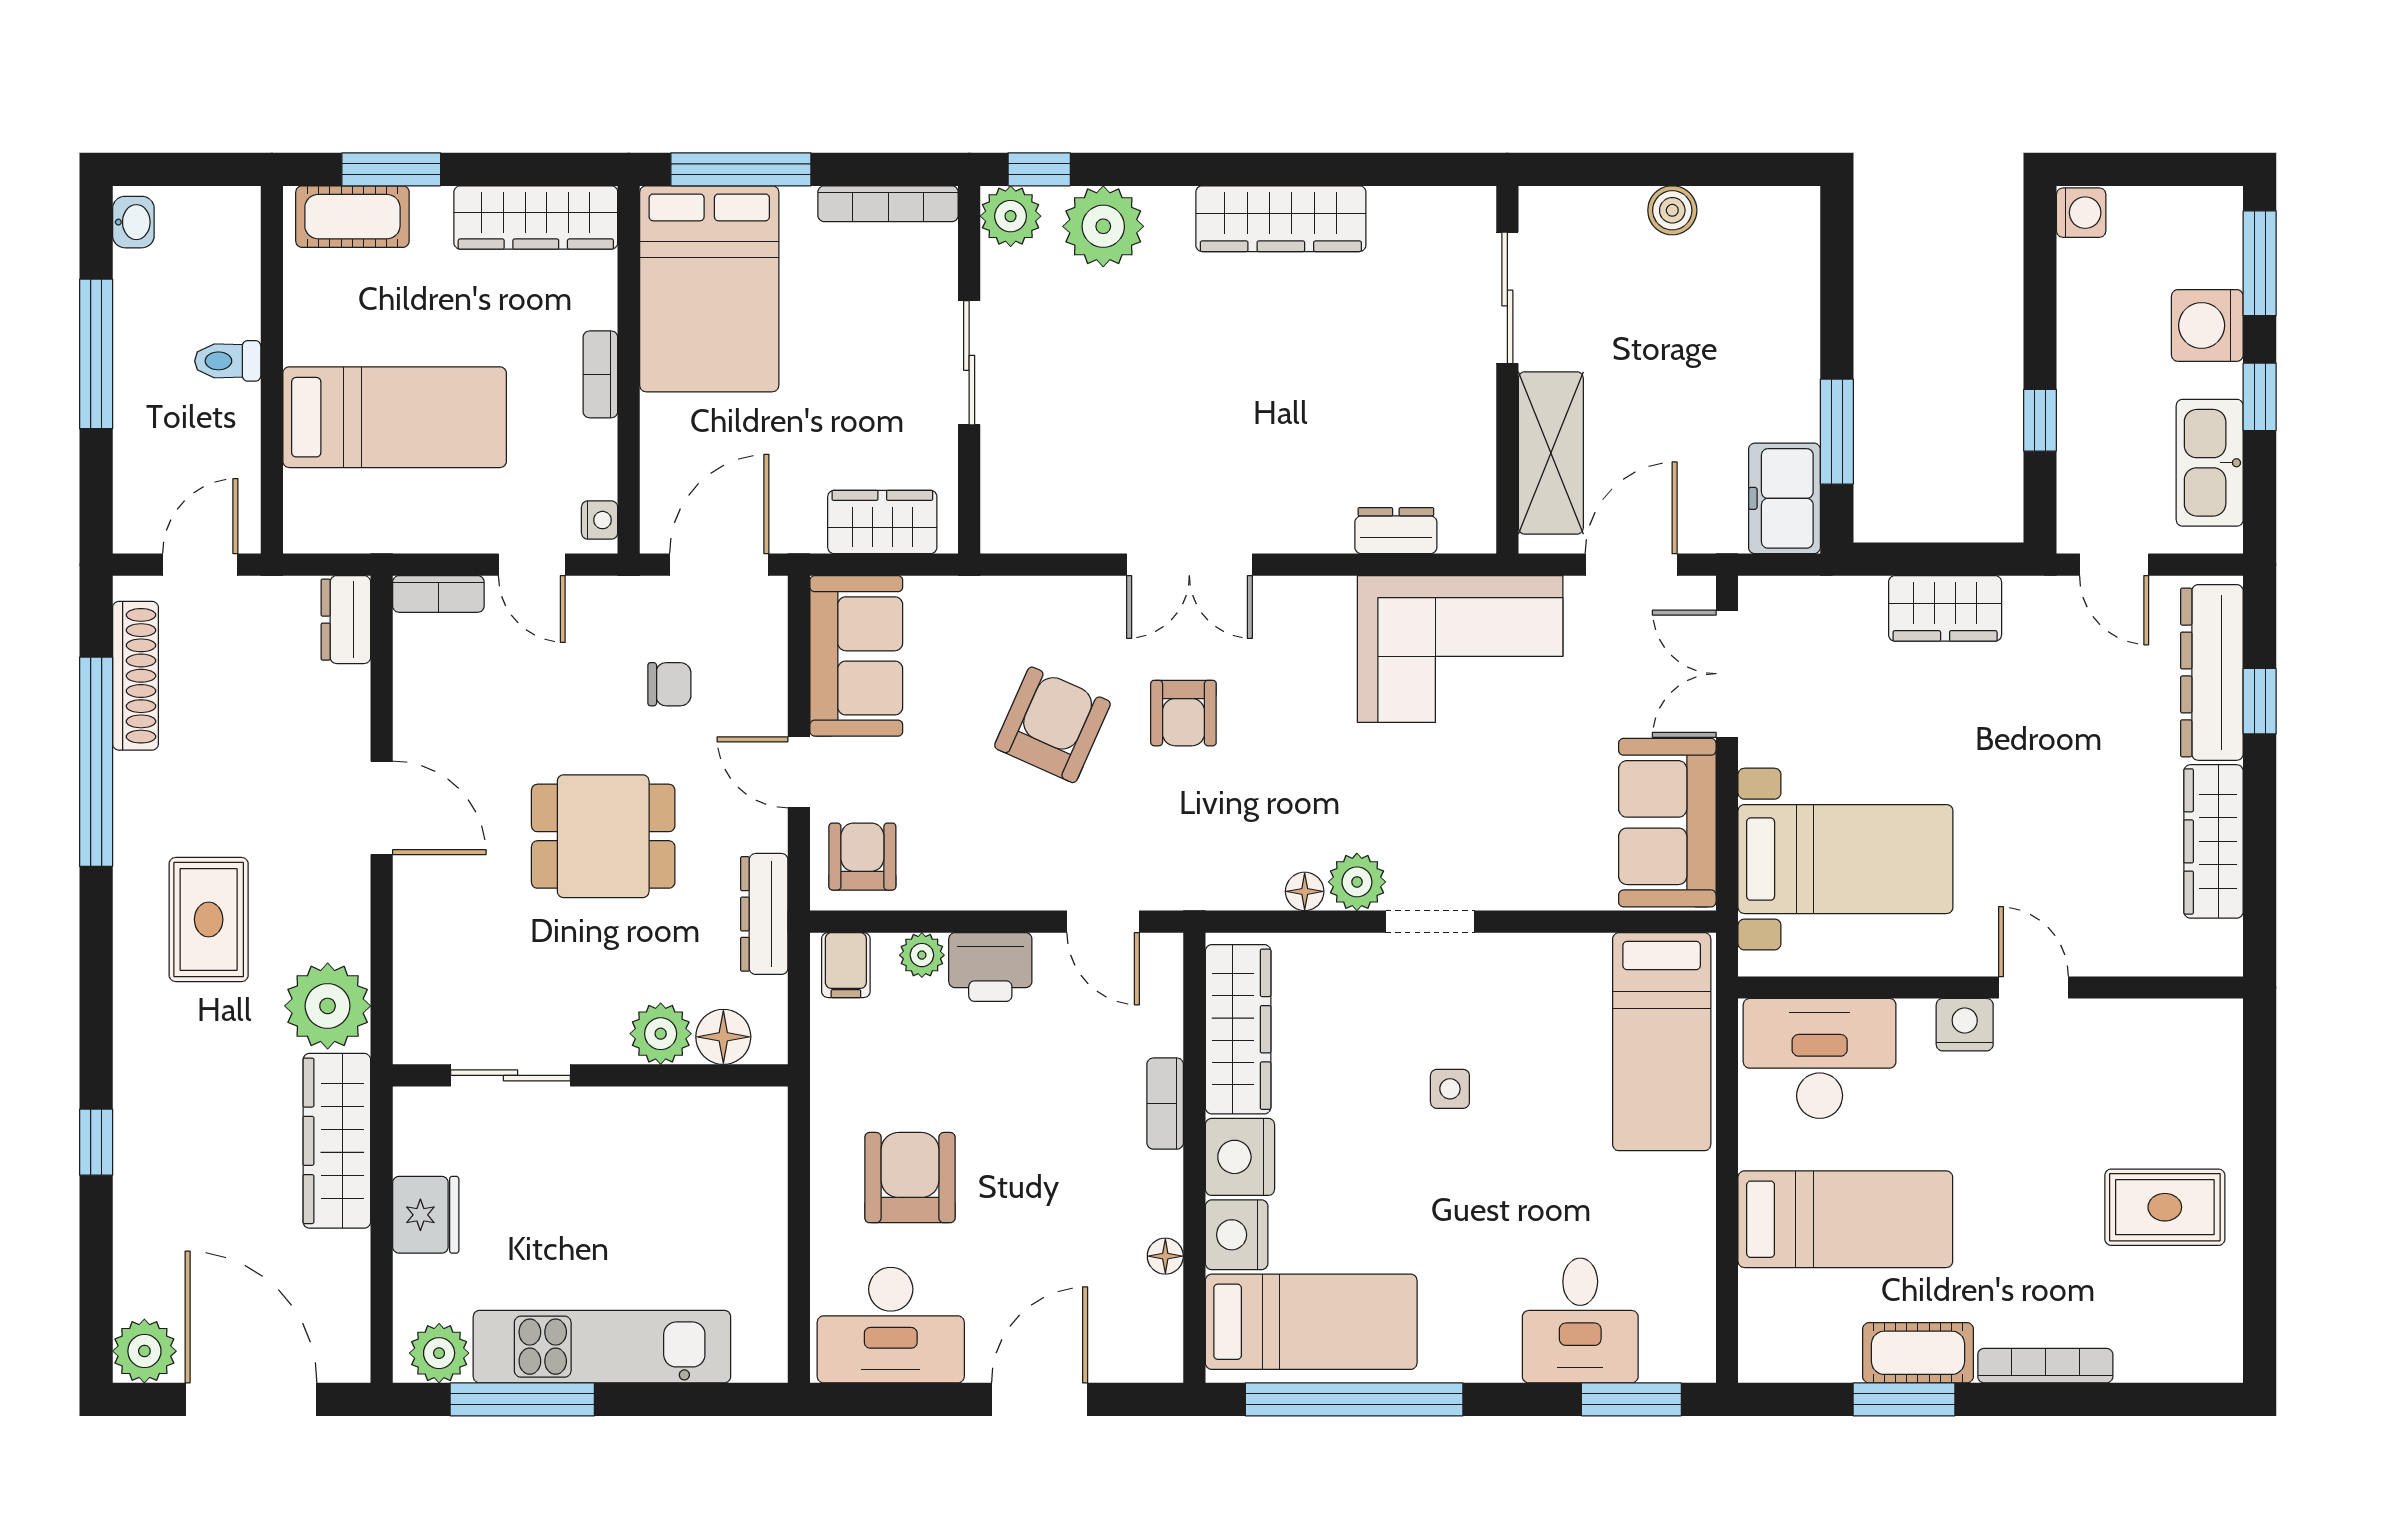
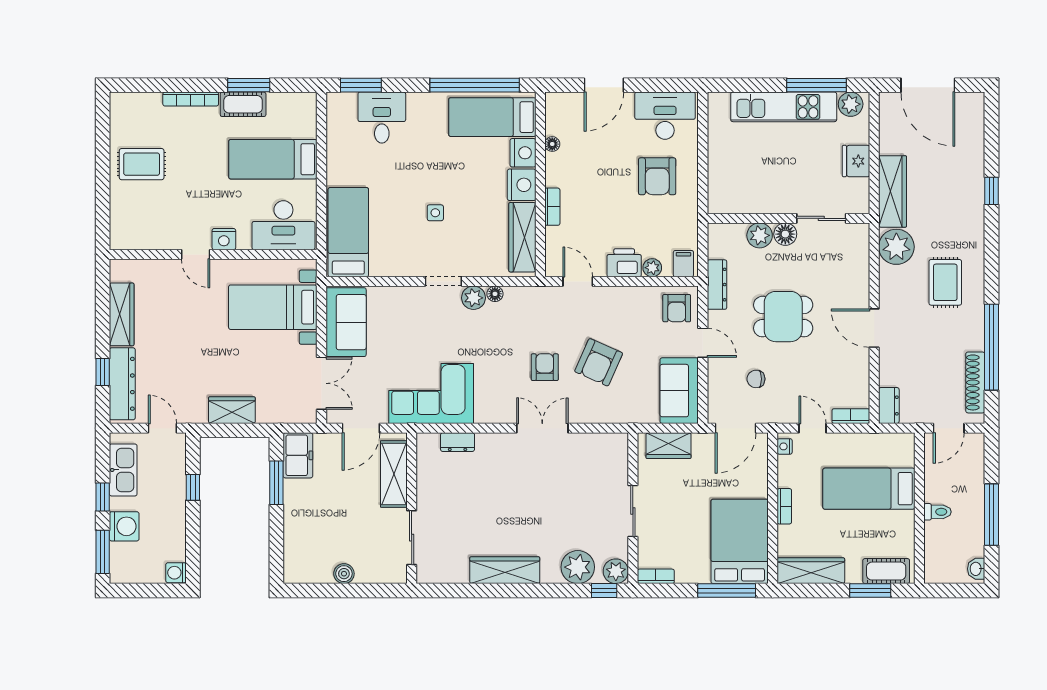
bookcase: (888, 204) -> (656, 576), width x0.64
floor lamp: (723, 1037) -> (785, 234), moved
plant: (144, 1351) -> (972, 105), removed

